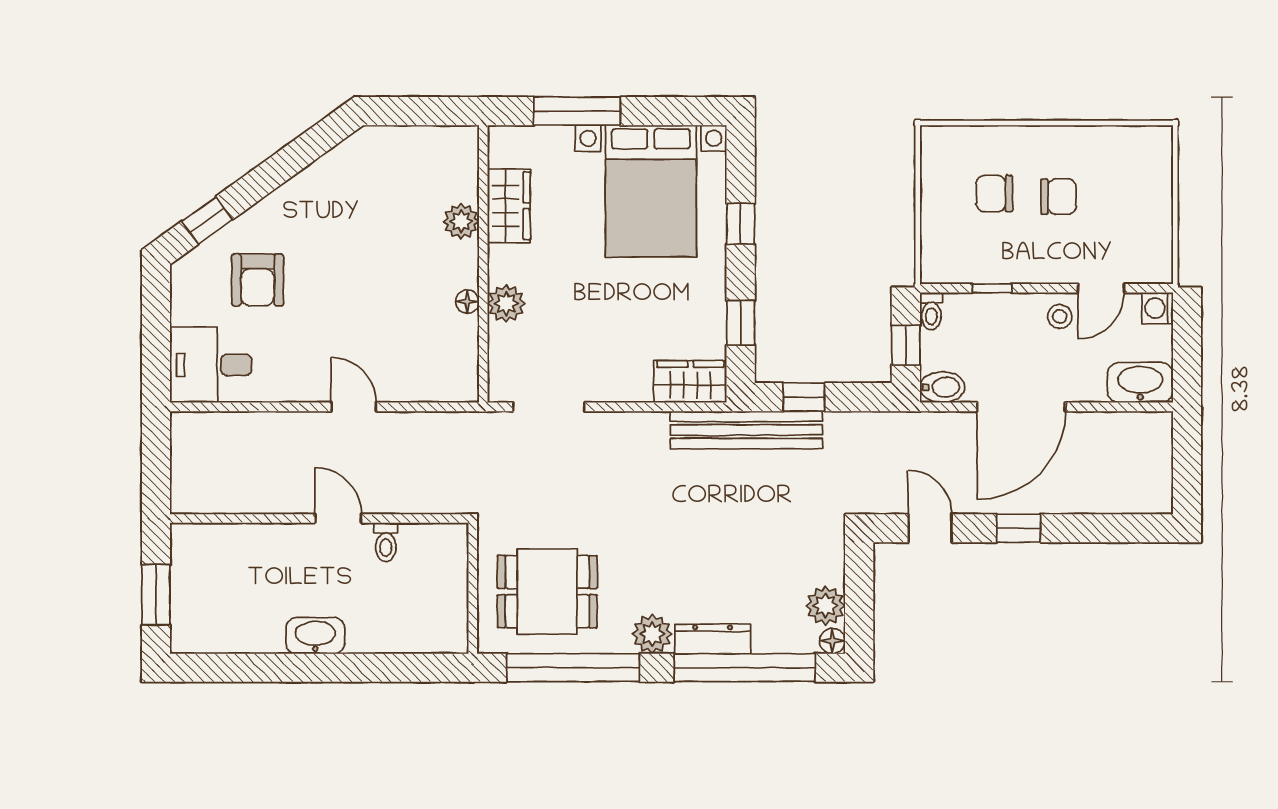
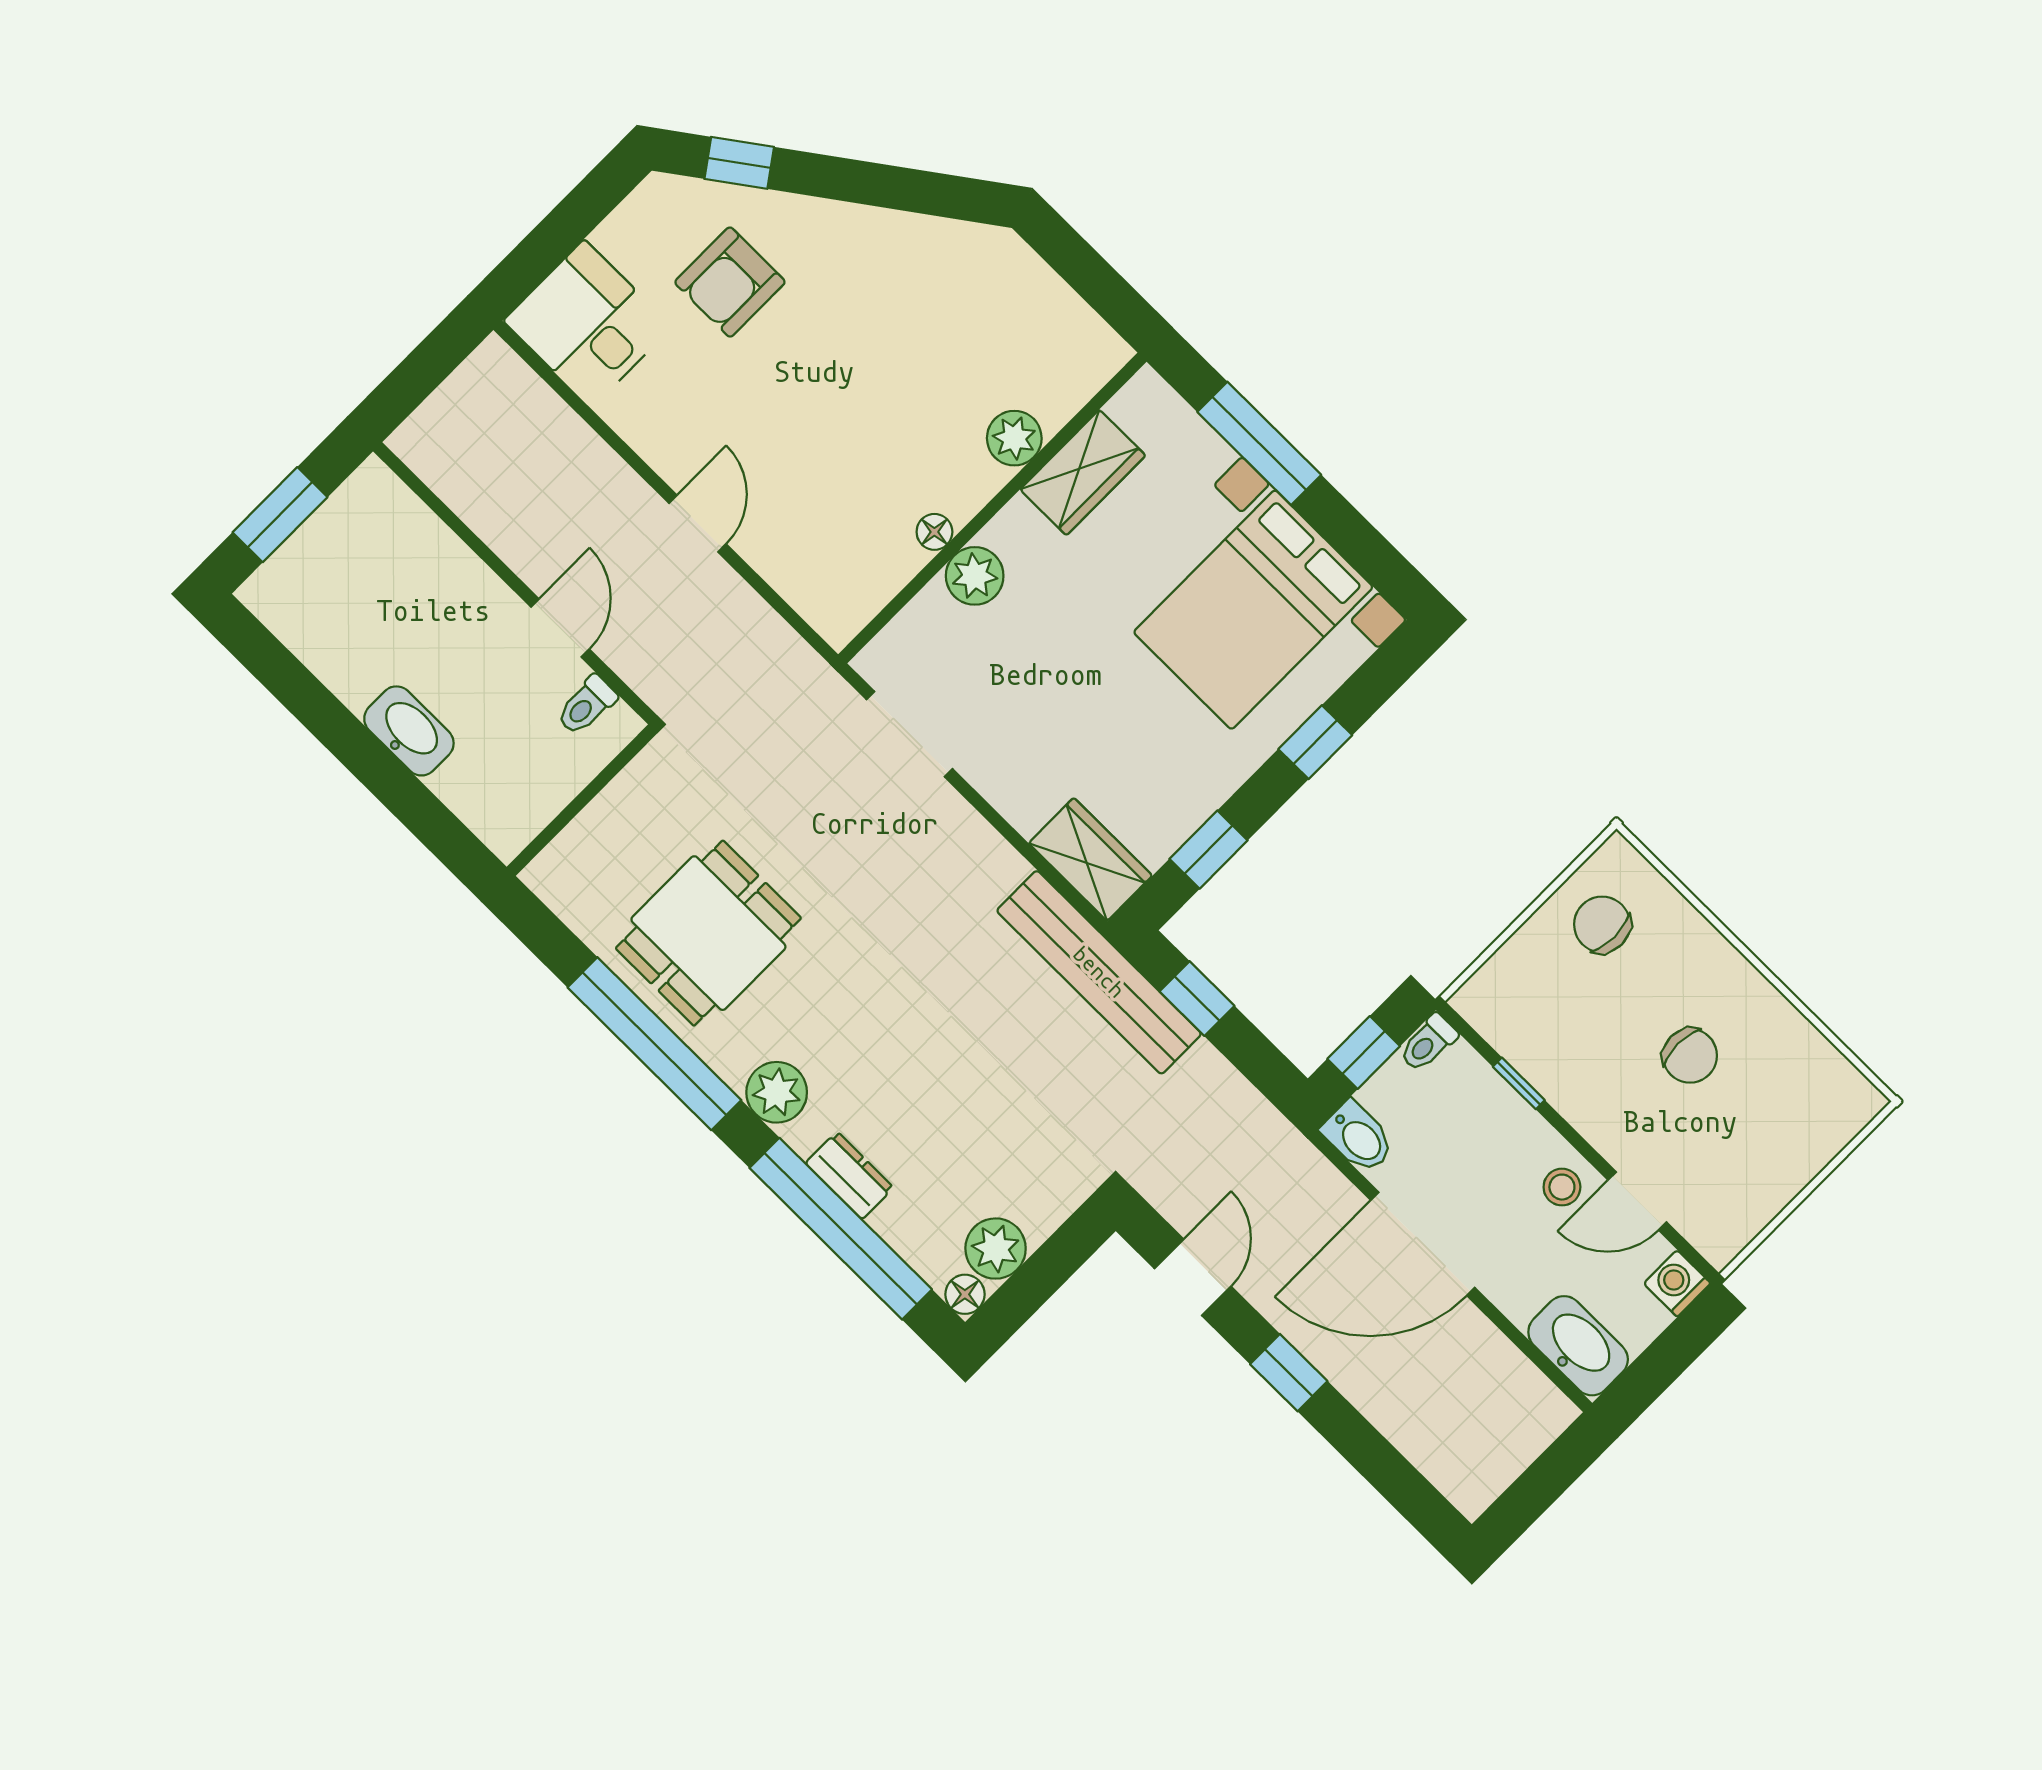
chair: (994, 193) -> (1602, 925), moved
wall: (473, 588) -> (582, 800), moved
dining table: (547, 592) -> (708, 933), turned 90
dresser: (713, 639) -> (850, 1175), width x0.70

